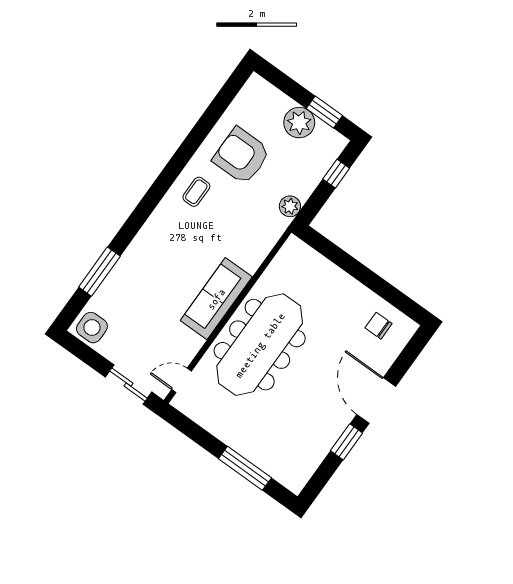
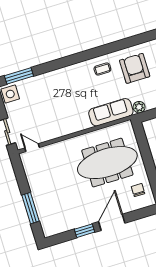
window: (99, 272) -> (19, 76), moved
sofa: (216, 299) -> (111, 112), moved
meeting table: (260, 345) -> (107, 163), moved

